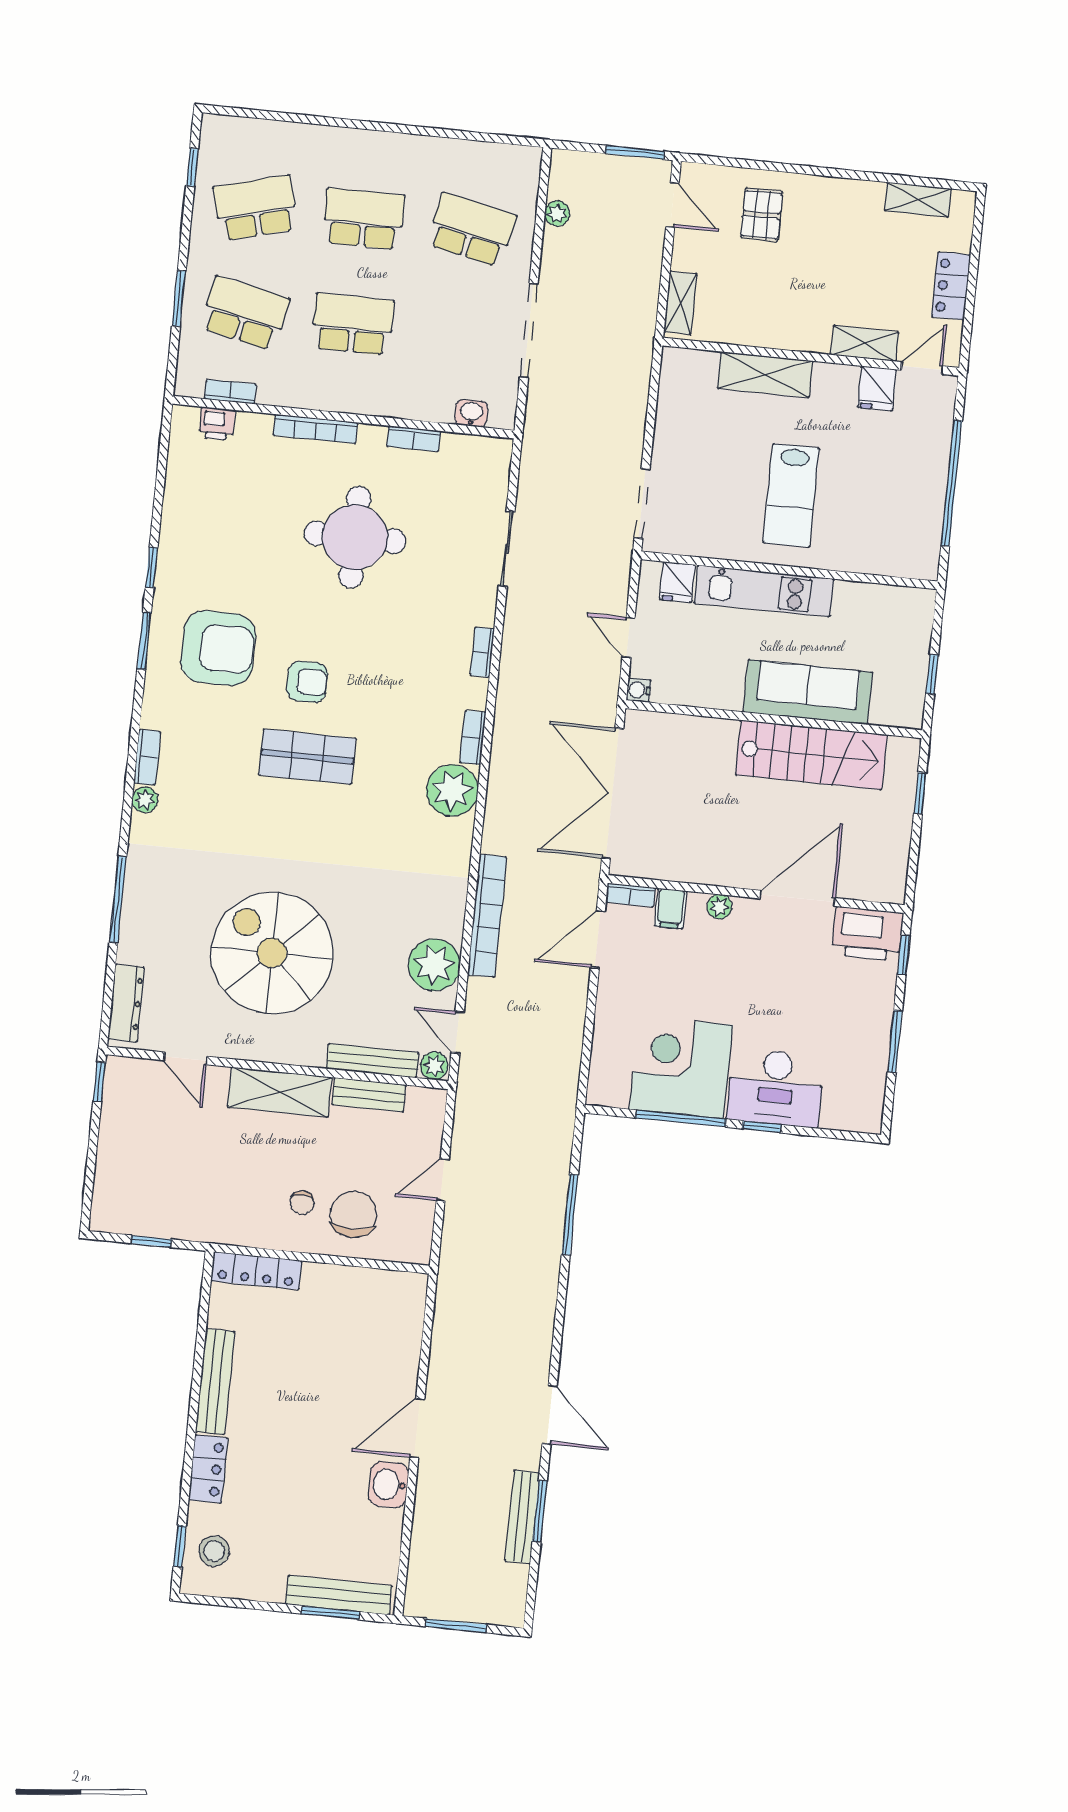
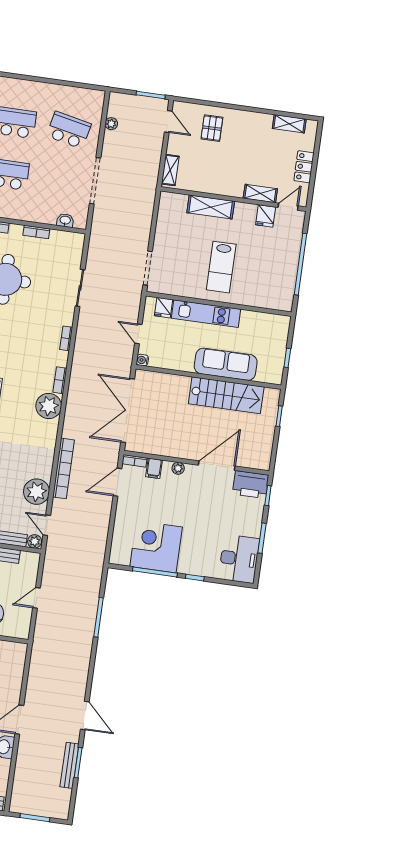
desk: (776, 1088) -> (239, 559), moved, turned -90

